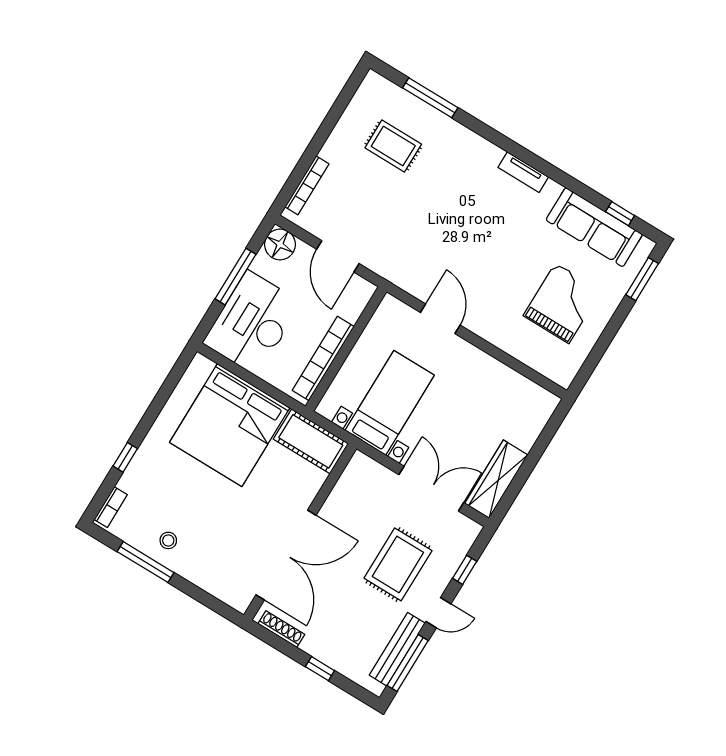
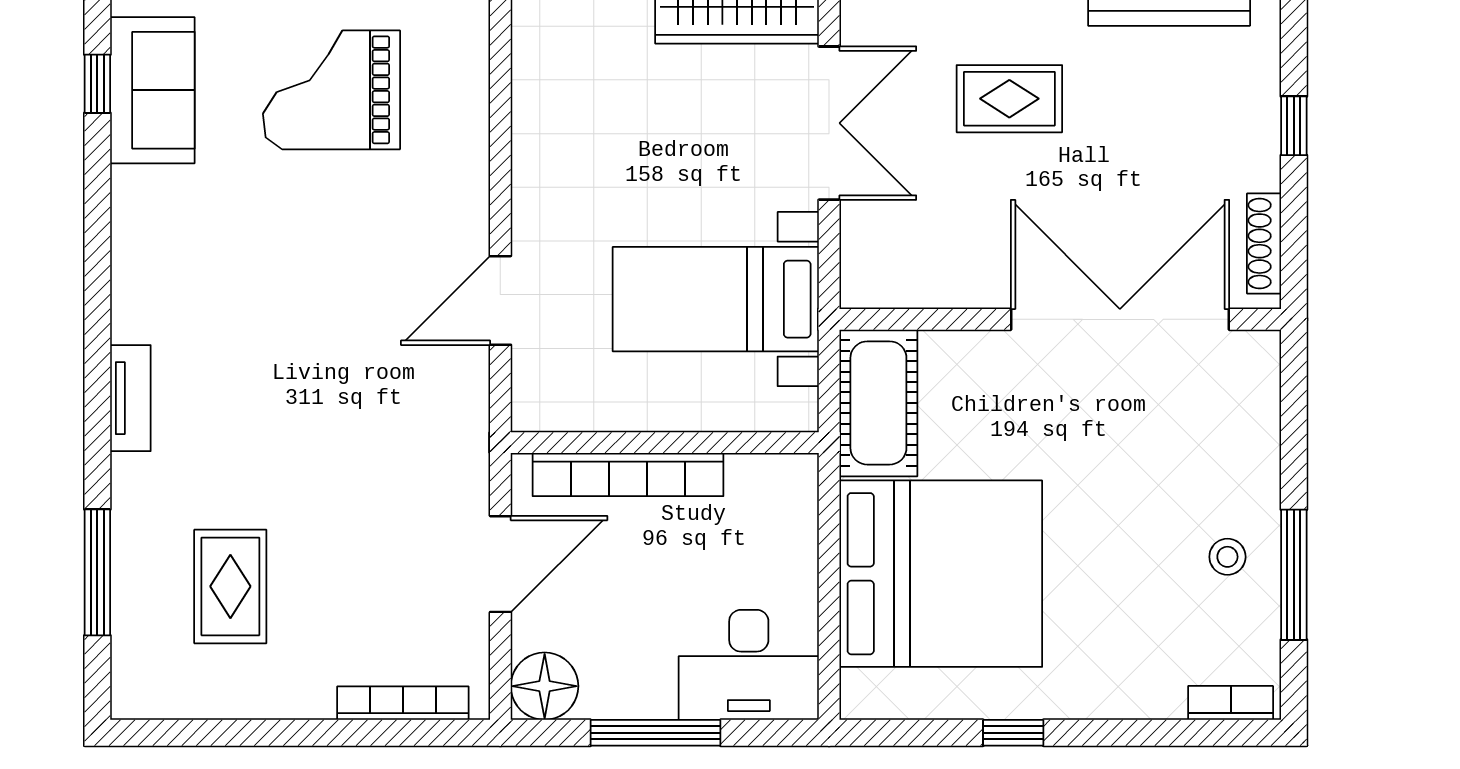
tv unit: (523, 172) -> (130, 398), moved
sofa: (594, 227) -> (152, 90), width x0.73
desk: (252, 323) -> (749, 665), width x0.73, depth x0.77
bookcase: (323, 358) -> (628, 475), moved
window: (125, 457) -> (1013, 733), moved
double door: (431, 489) -> (829, 123), swing flipped
rug: (398, 564) -> (1009, 99), width x0.73, depth x0.70

